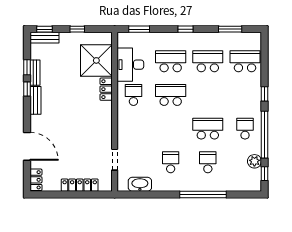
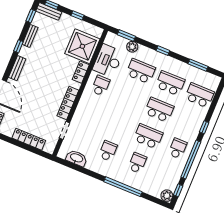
plant: (151, 39) -> (132, 47), added
window: (27, 67) -> (31, 16), moved
school desk: (171, 95) -> (159, 110), moved
bench: (35, 100) -> (17, 68), moved
locker: (106, 128) -> (68, 103), added
plant: (254, 161) -> (167, 196), moved

